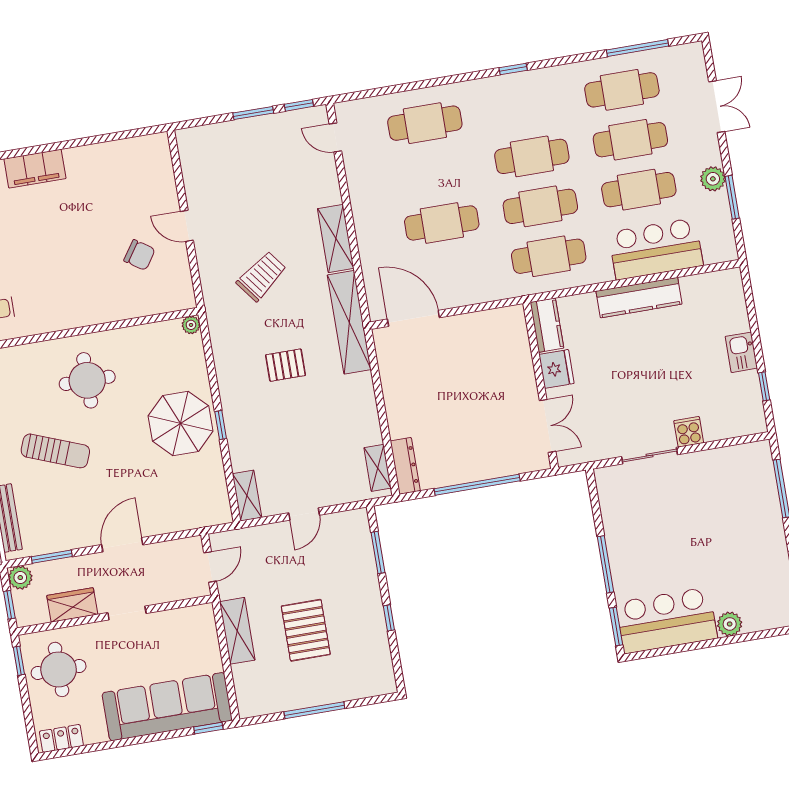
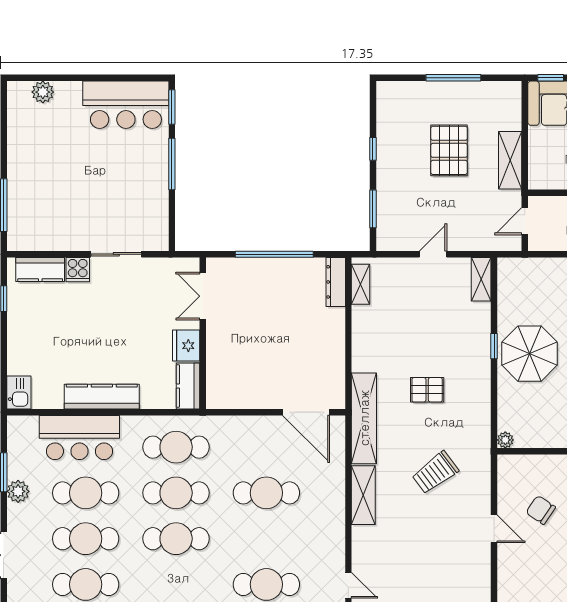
kitchen sink: (741, 352) -> (19, 392), moved
kitchen counter: (730, 425) -> (40, 269), added
plant: (730, 624) -> (43, 92), moved

